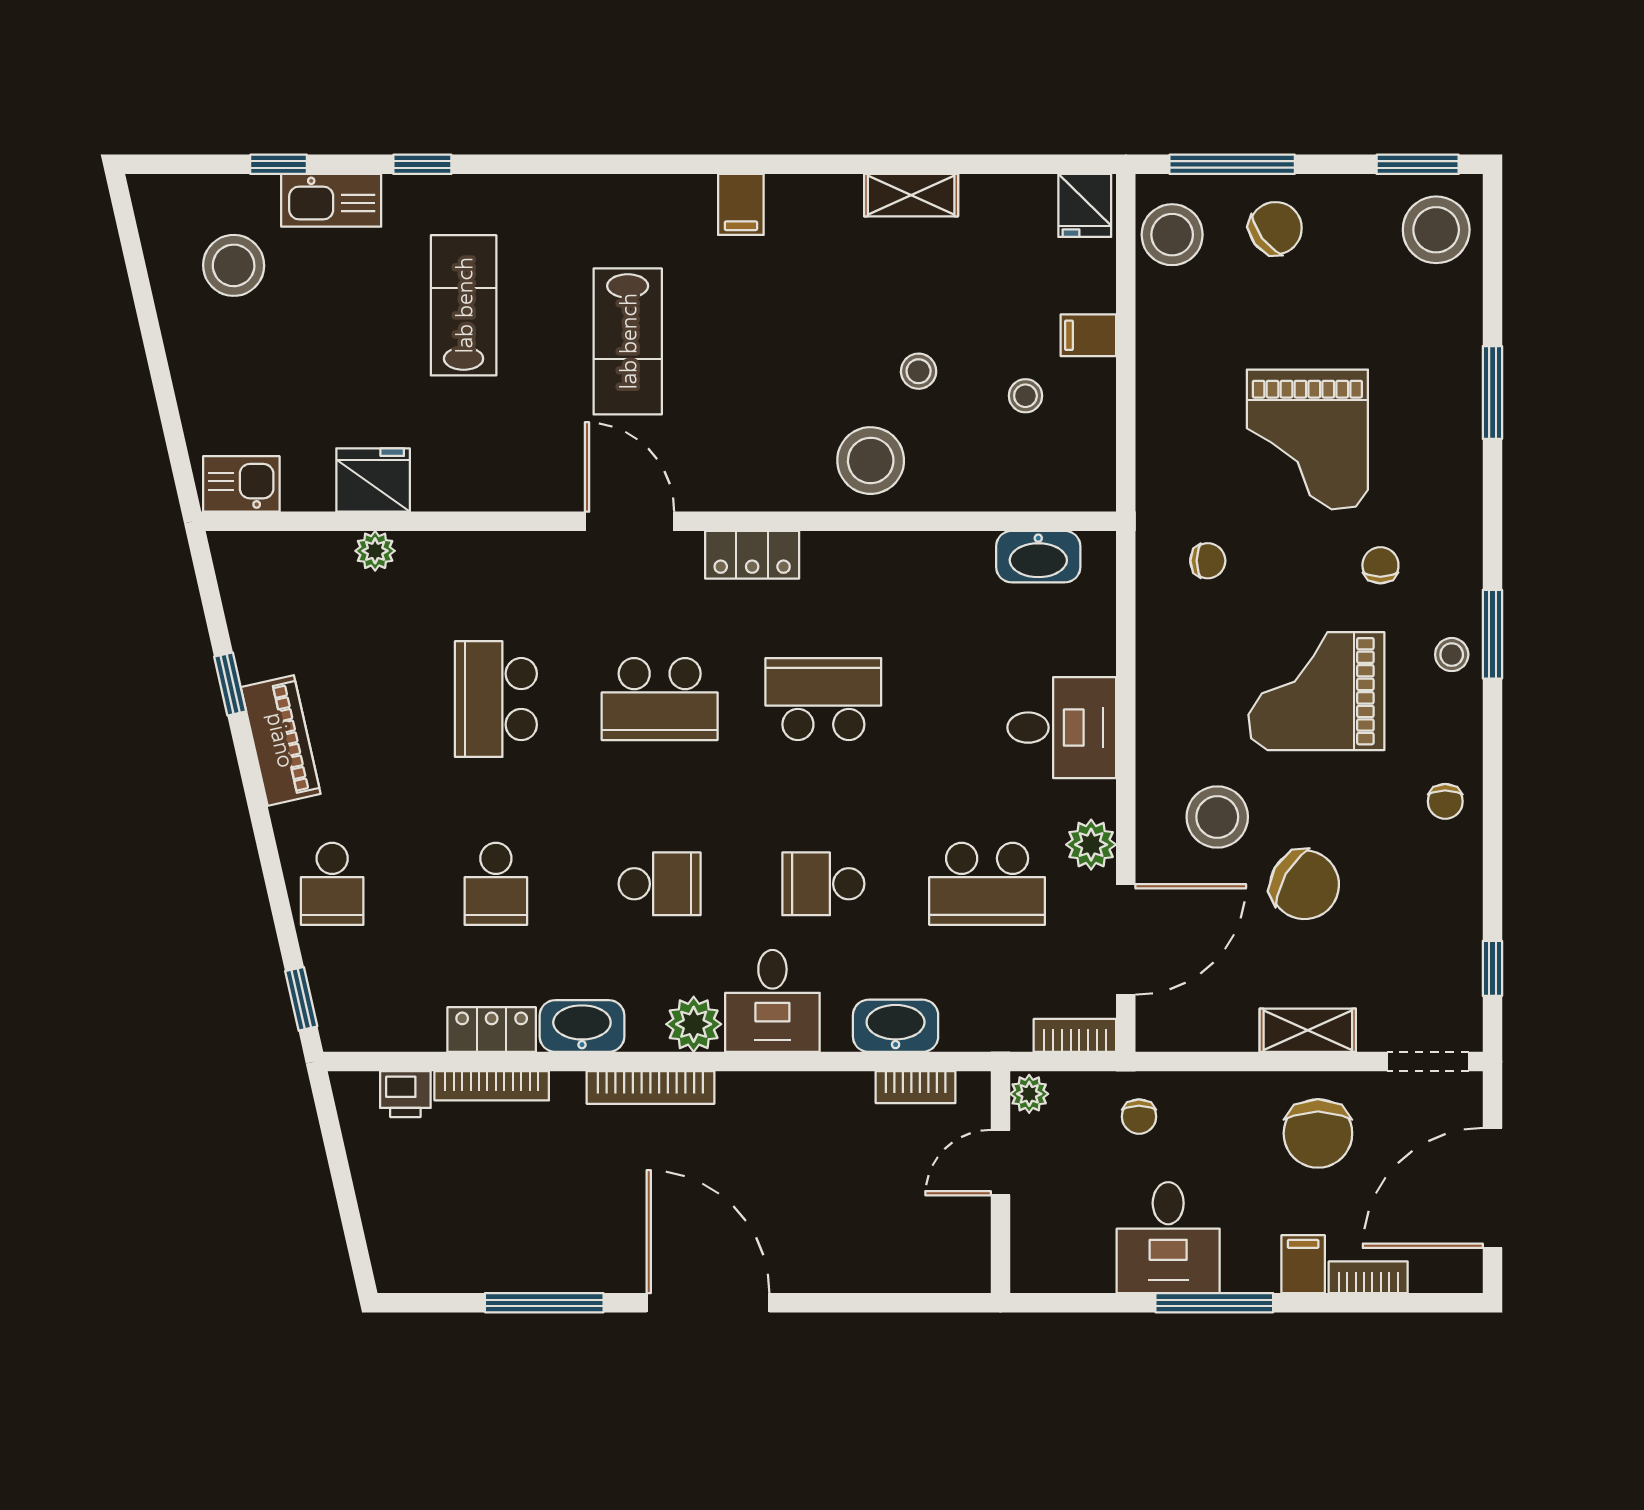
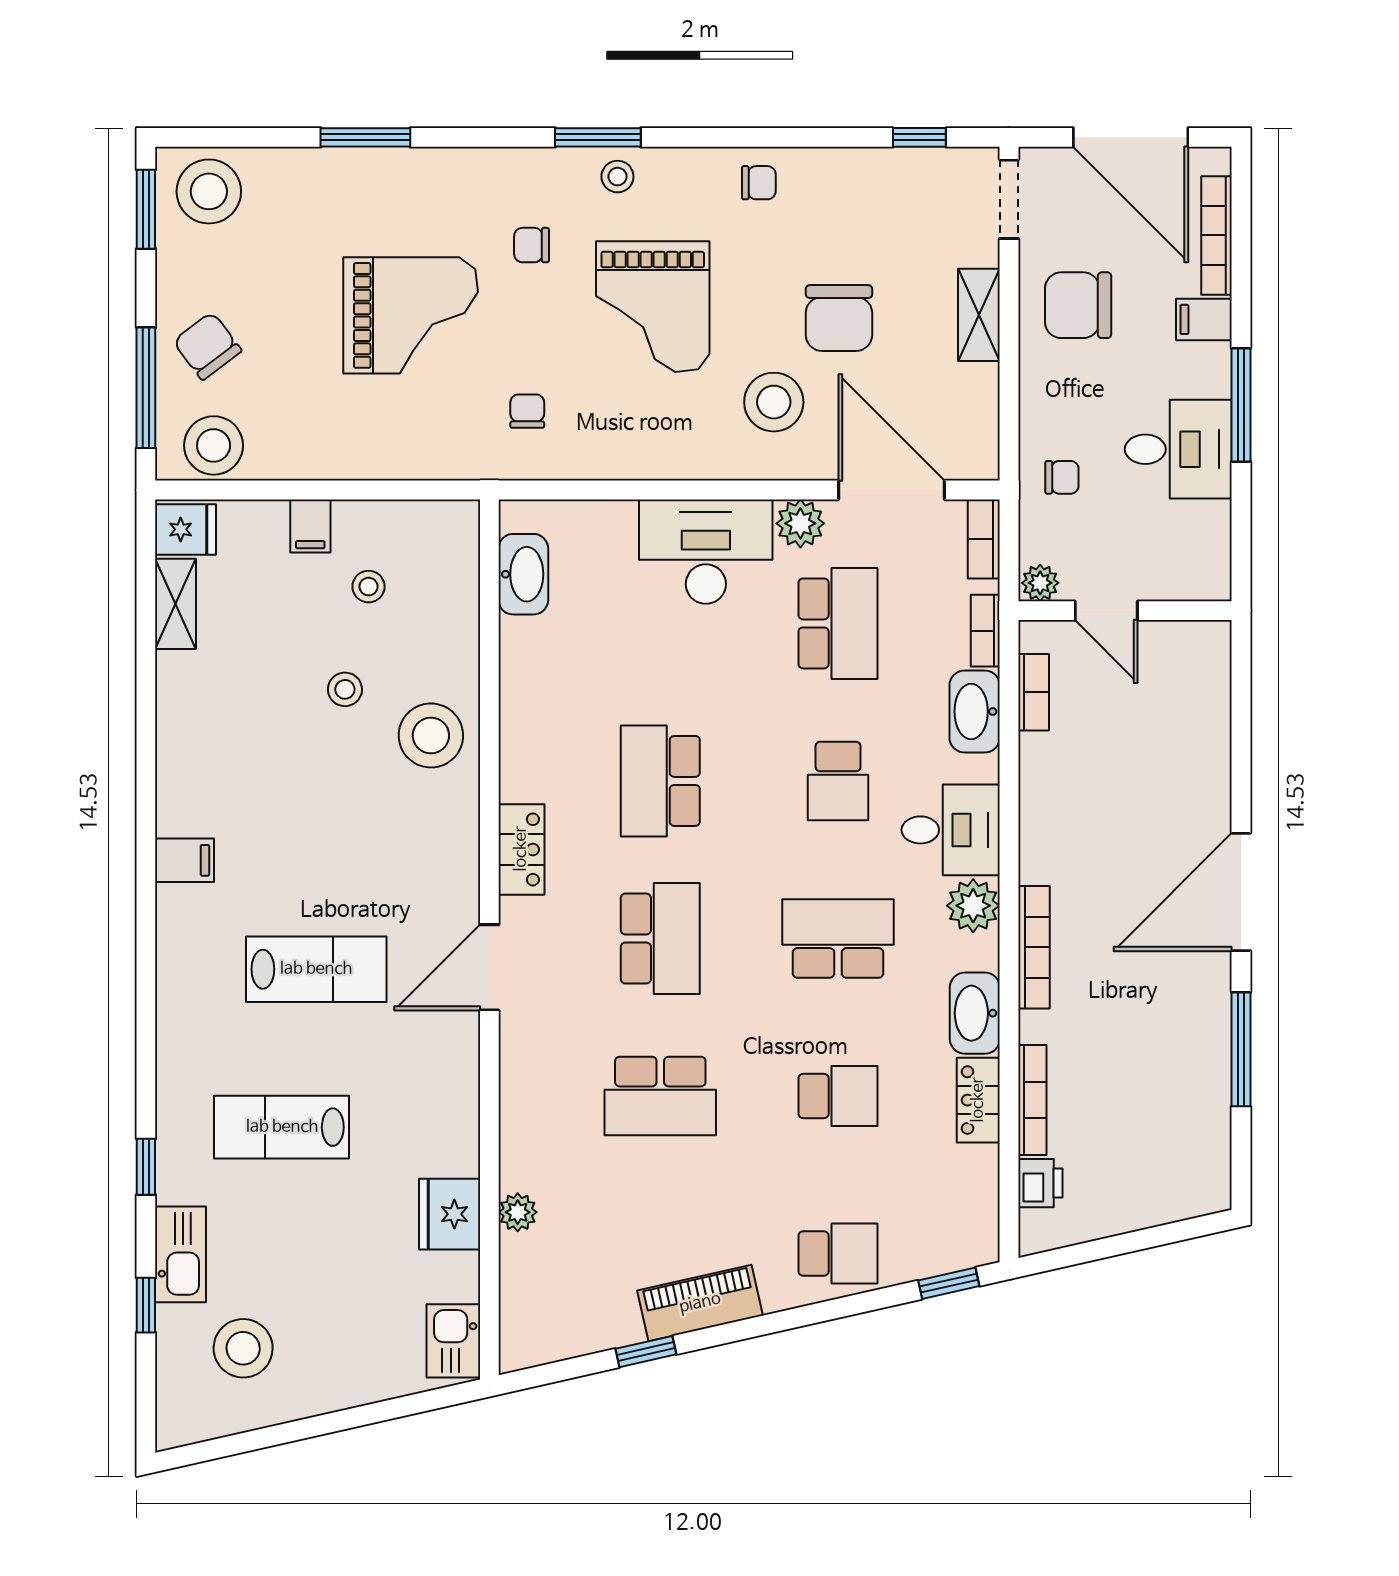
shelving: (911, 195) -> (176, 604), moved
desk: (1062, 728) -> (706, 552), width x1.37
school desk: (660, 884) -> (838, 938), width x1.85
chair: (1305, 885) -> (839, 318), turned 150
bookcase: (980, 1037) -> (985, 631), added
chair: (1318, 1133) -> (1078, 305), turned 180
bookcase: (1368, 1277) -> (1217, 235), width x1.56

